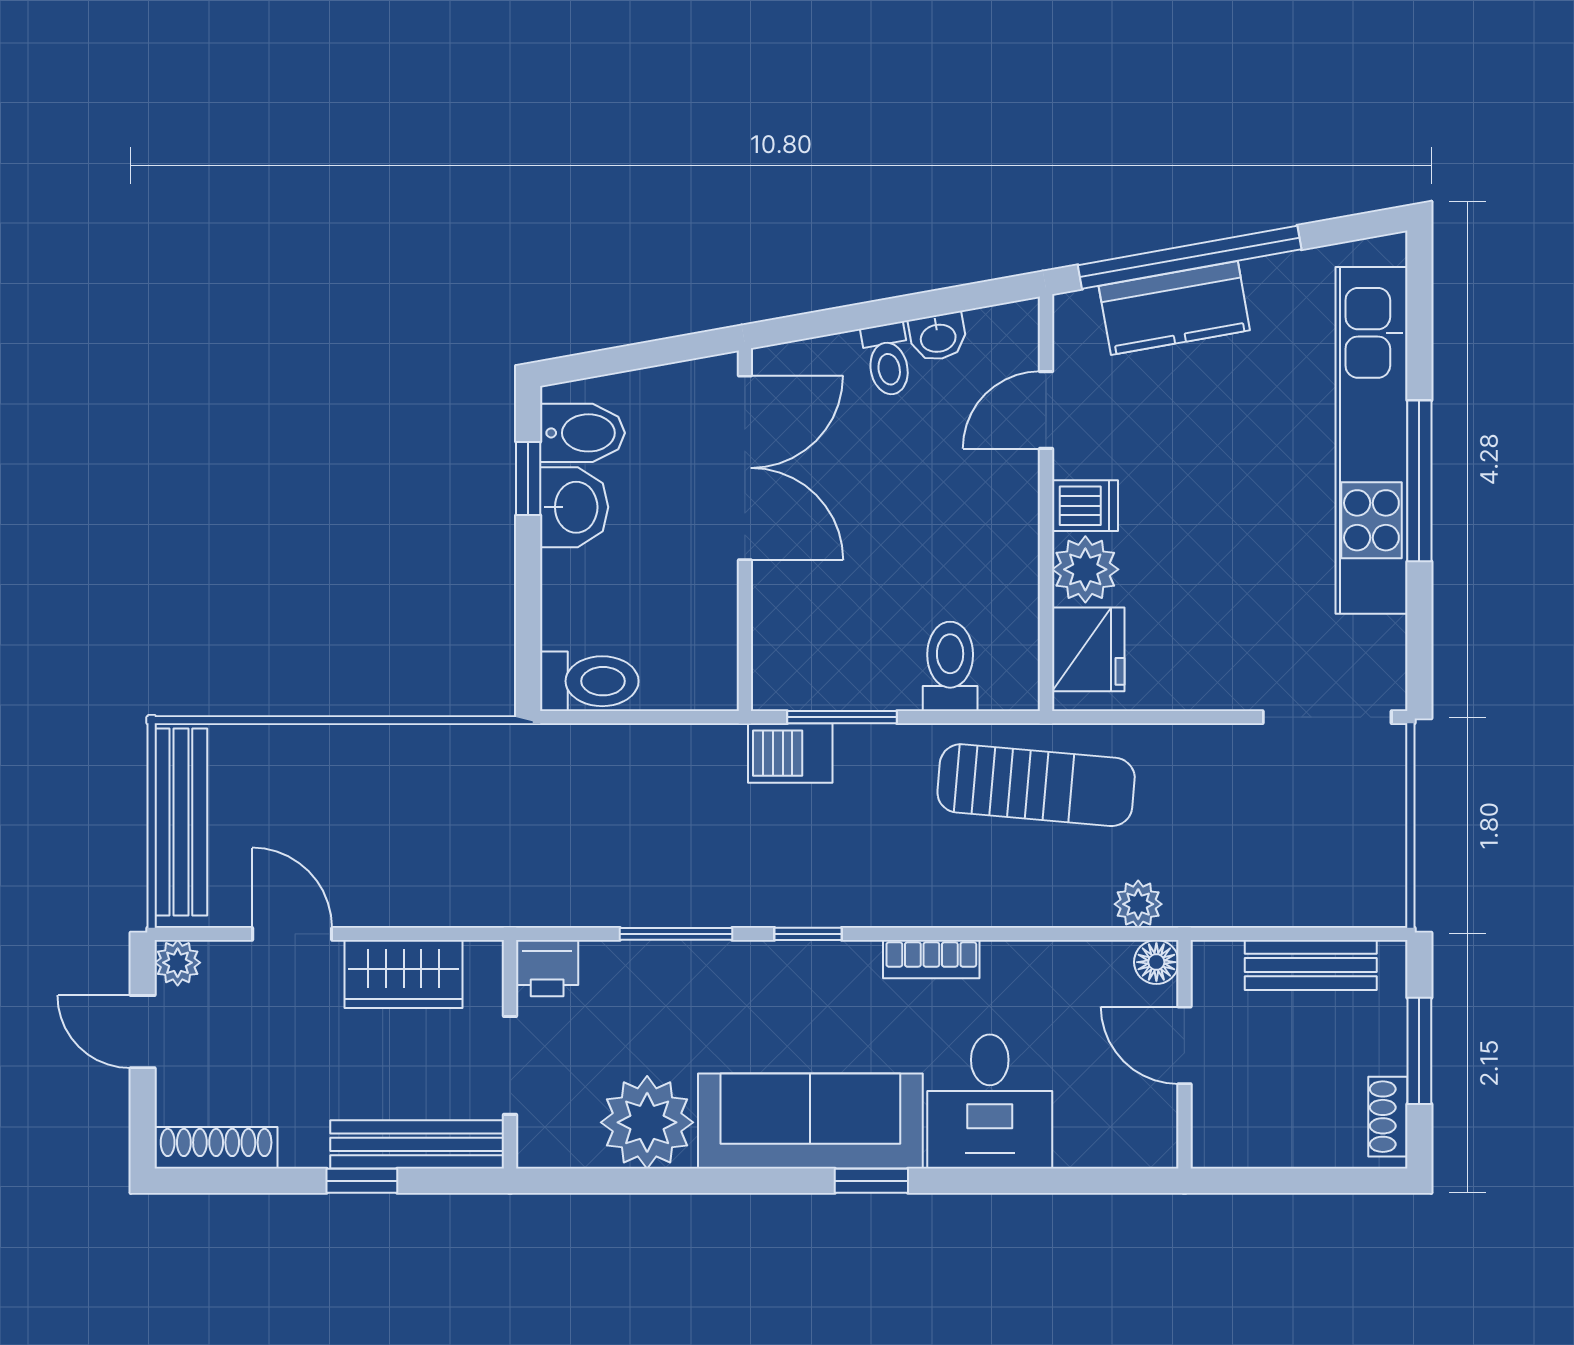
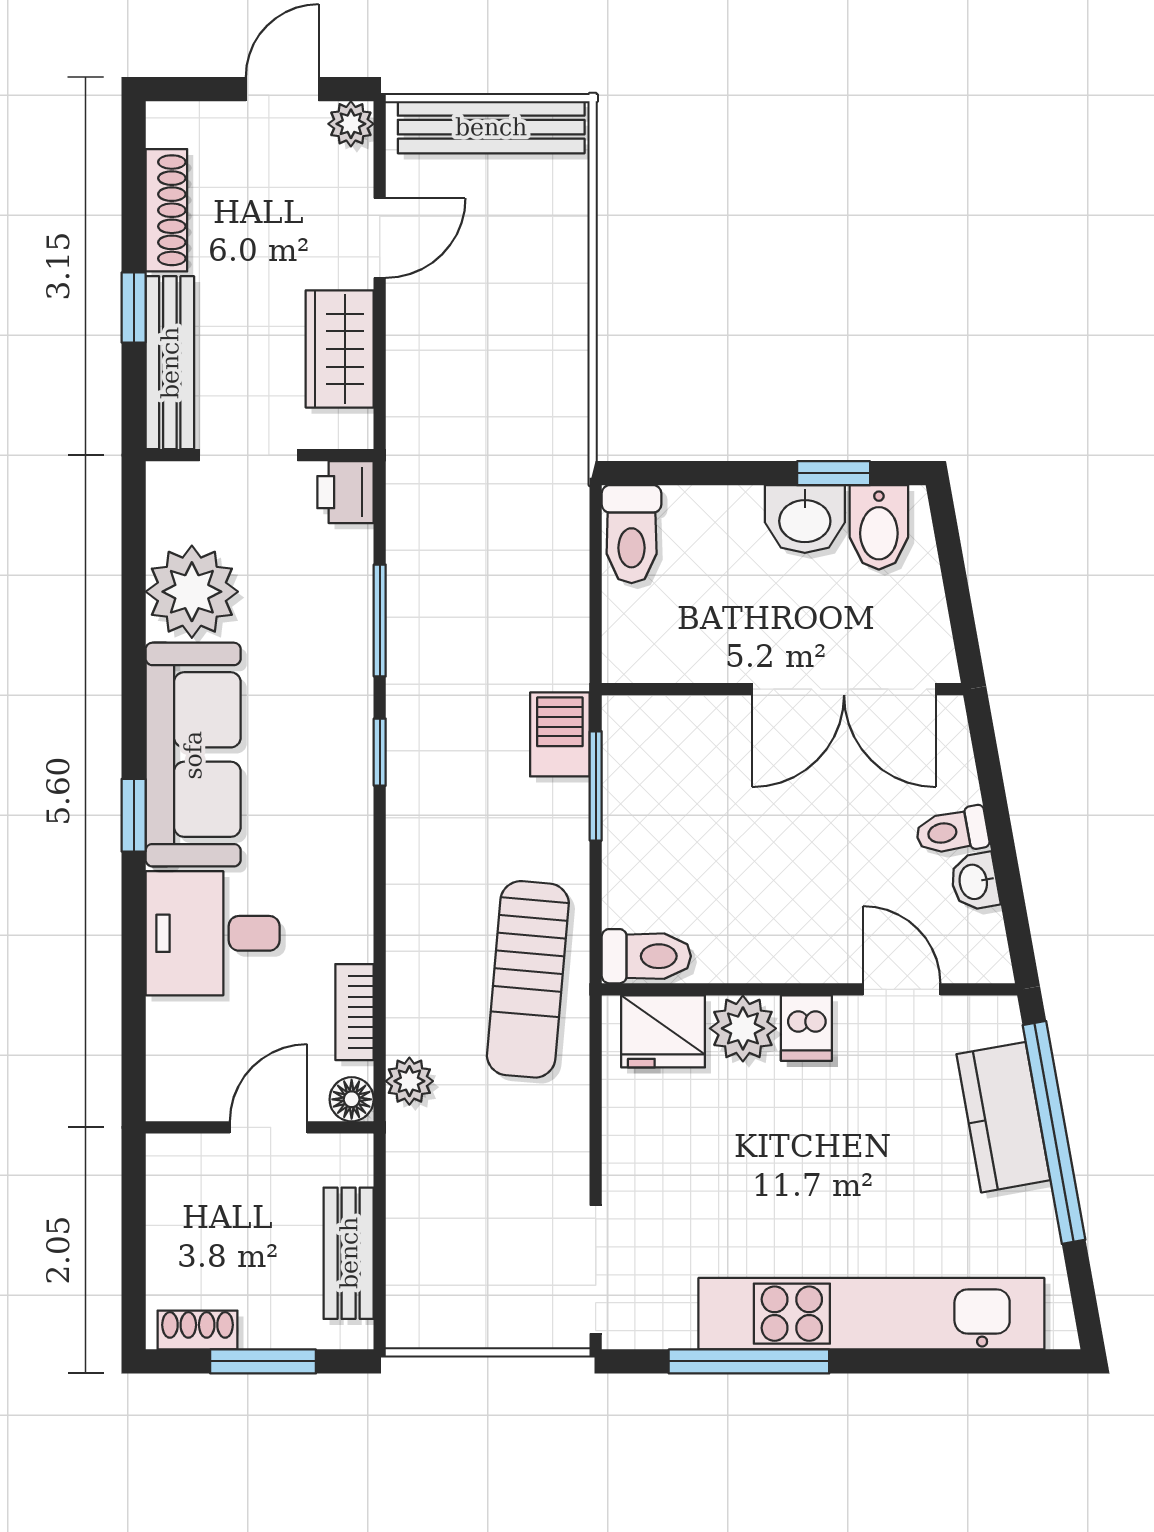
window: (1419, 481) -> (749, 1361), moved
toilet: (950, 666) -> (646, 956), moved
bookcase: (931, 959) -> (354, 1012), moved
shoe rack: (216, 1148) -> (166, 210), moved

